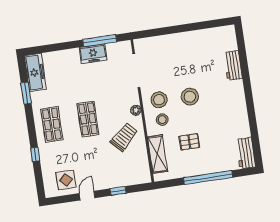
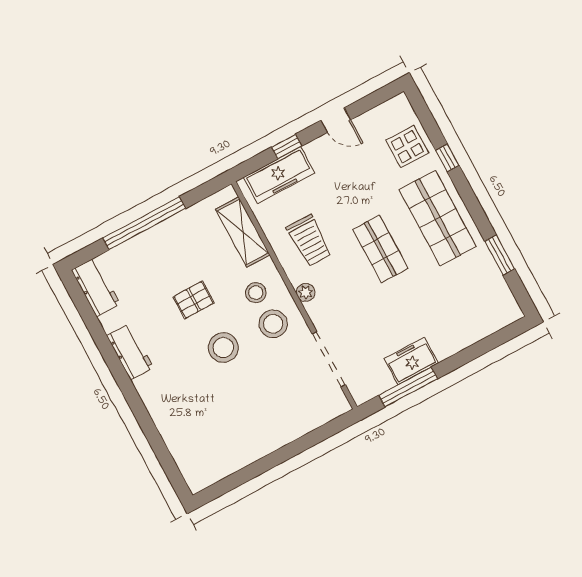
workbench: (233, 65) -> (130, 352), moved
freezer: (35, 72) -> (279, 175), moved, turned -90
shop shelf: (52, 124) -> (438, 218), width x1.43, depth x1.36
trolley: (124, 137) -> (309, 240), turned -46
pallet: (189, 142) -> (194, 300), moved
display table: (66, 180) -> (407, 147), moved
door: (87, 196) -> (336, 120), hinge flipped

